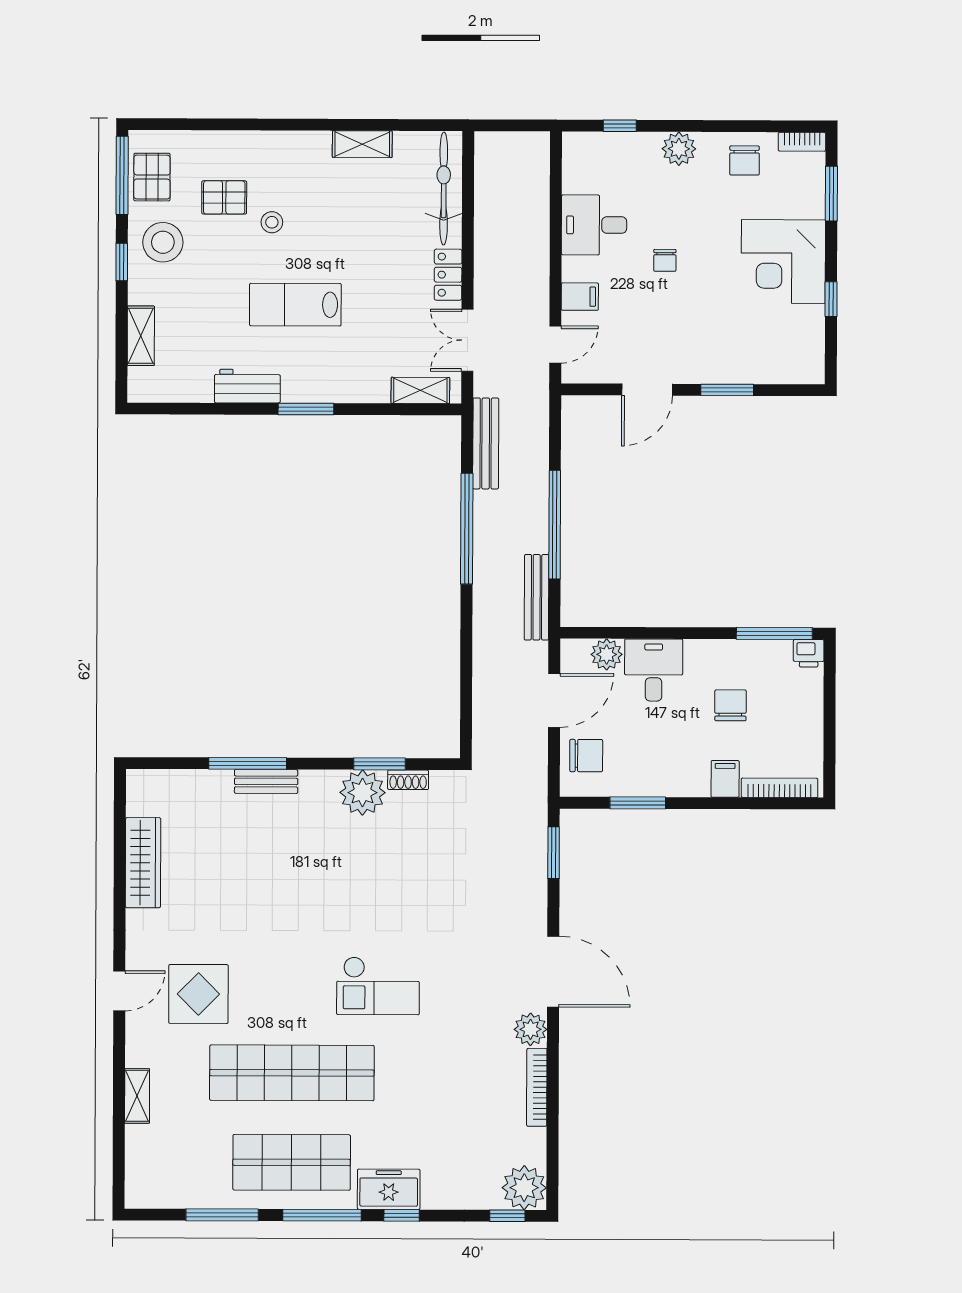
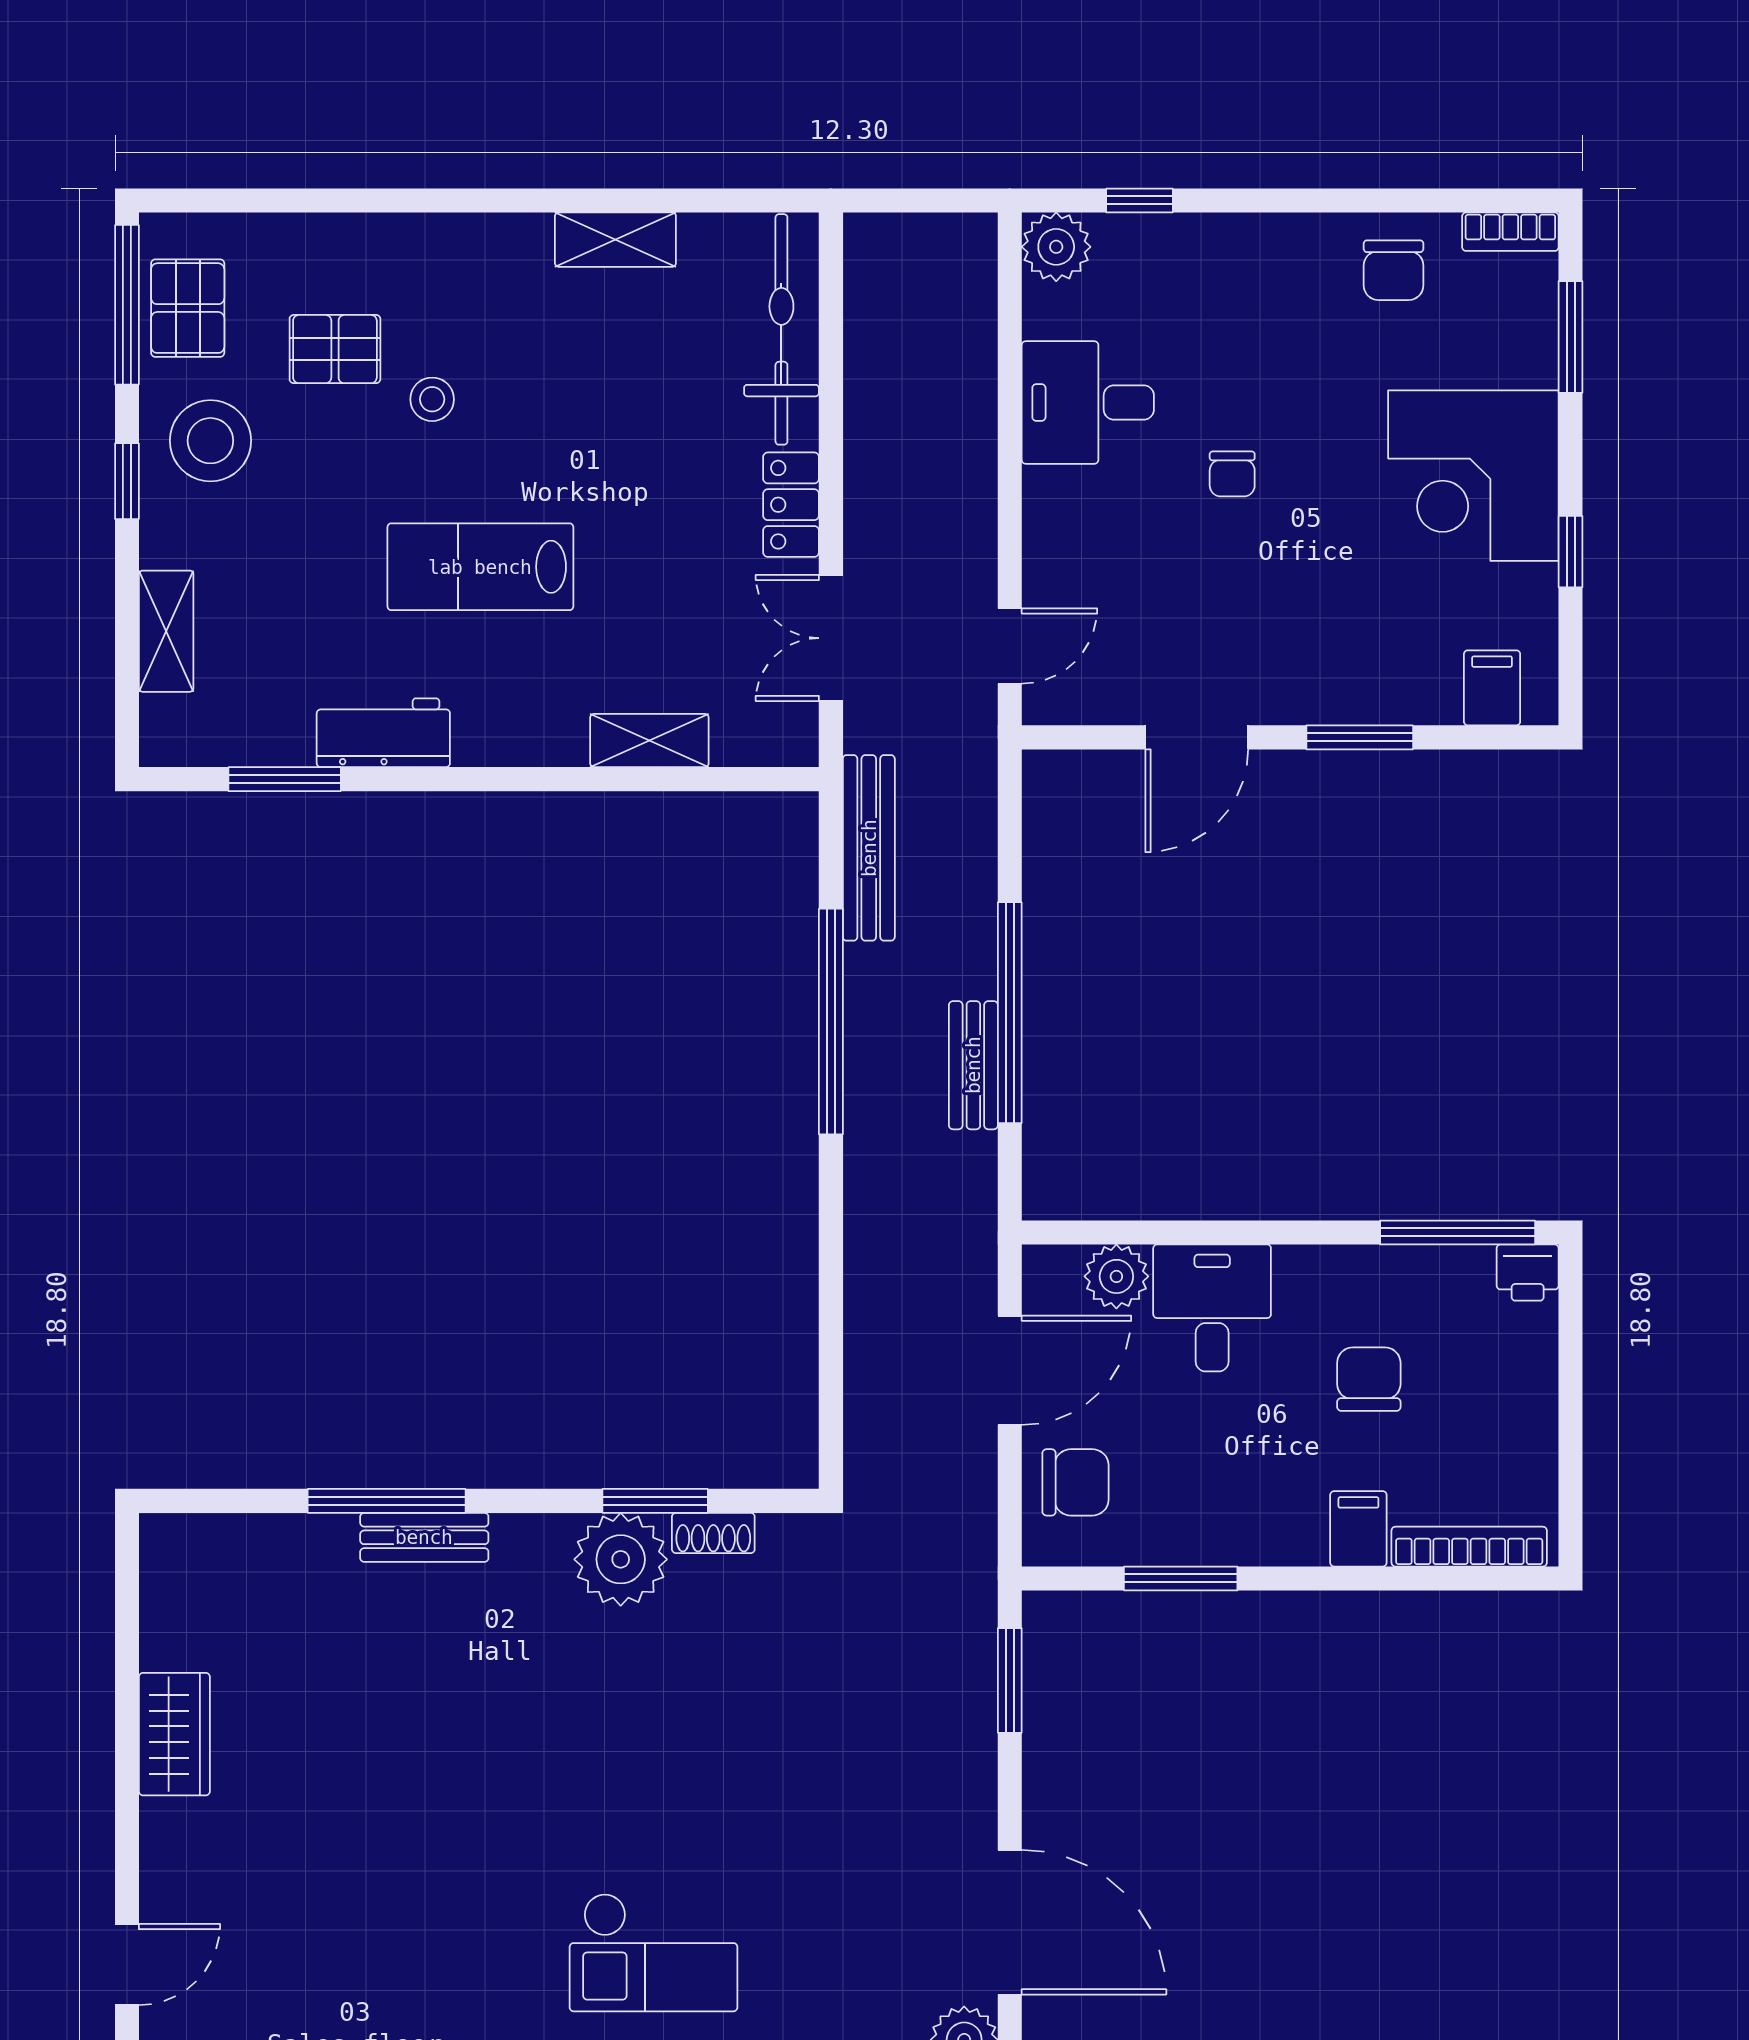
plant: (679, 149) -> (1056, 247), moved
filing cabinet: (580, 297) -> (1492, 688), moved, turned -90
shelving: (420, 390) -> (649, 740), moved
window: (306, 409) -> (285, 779), moved
bench: (537, 597) -> (973, 1065), moved, width x0.73
wardrobe: (143, 863) -> (174, 1734), width x0.67
display table: (198, 994) -> (288, 1970), removed

